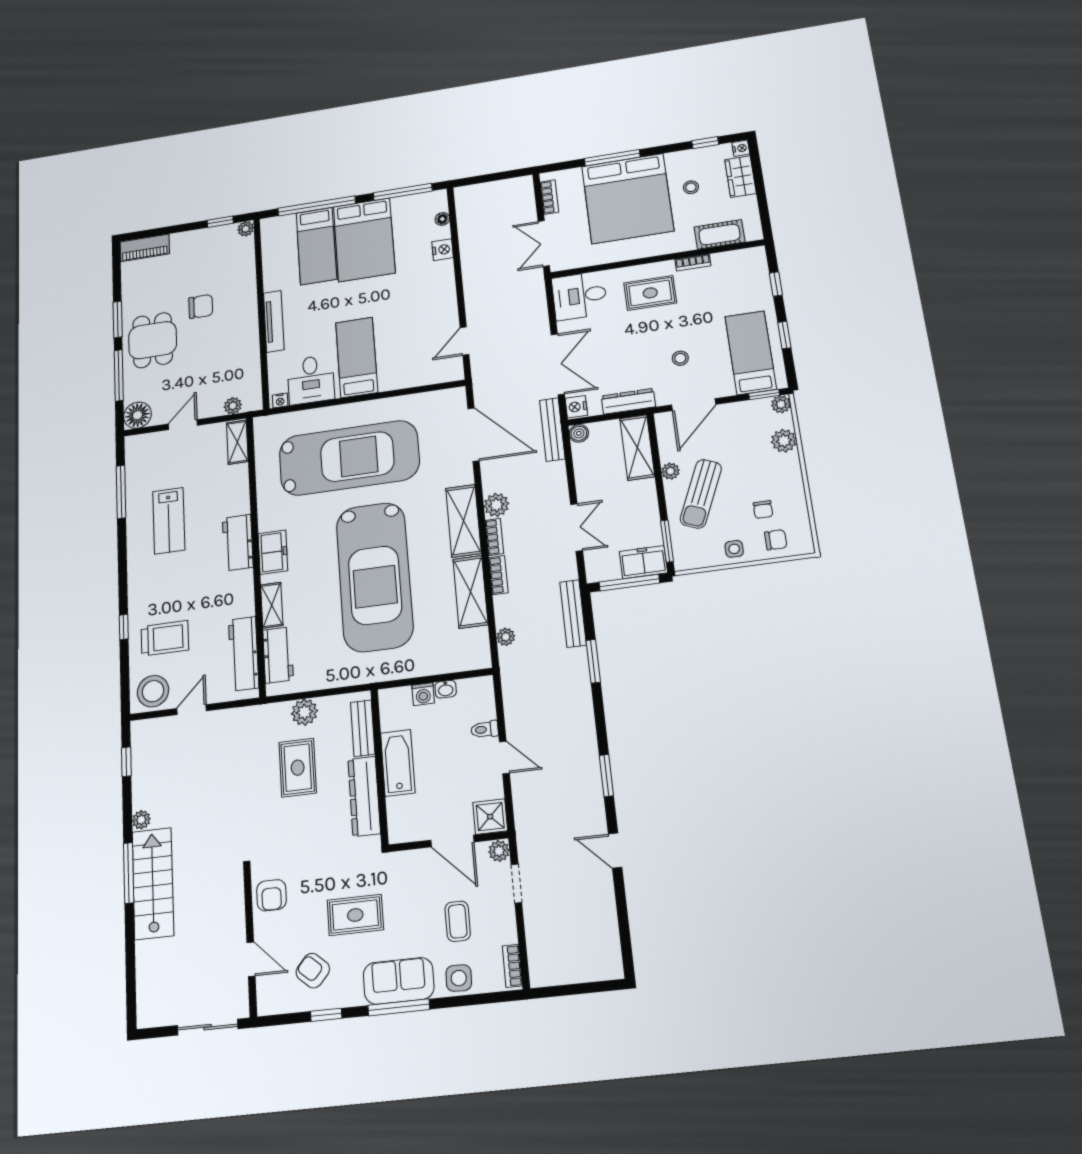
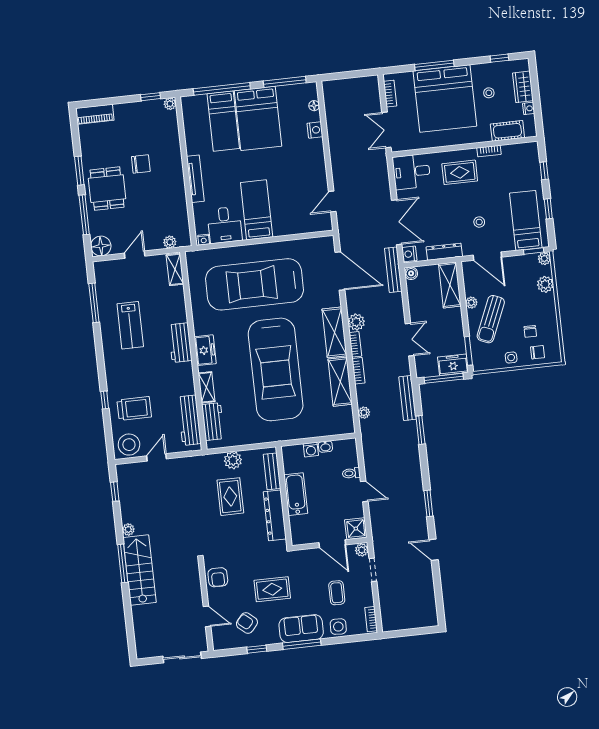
nightstand: (741, 148) -> (529, 108), moved
door: (694, 405) -> (487, 256), hinge flipped
car: (349, 458) -> (255, 284), turned 180

